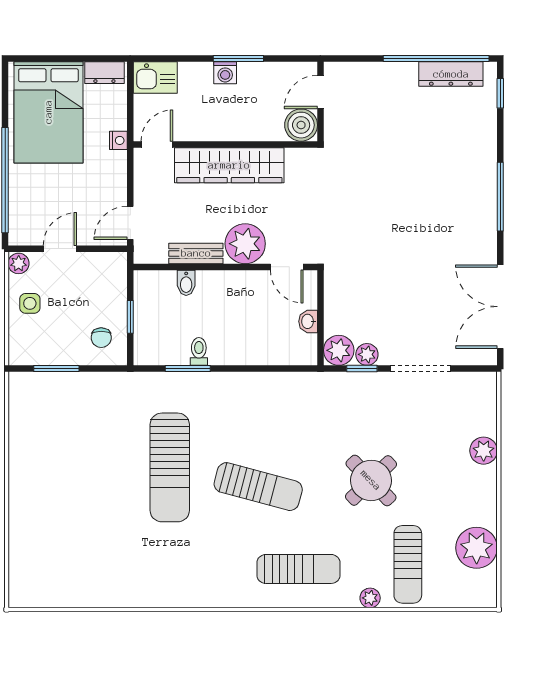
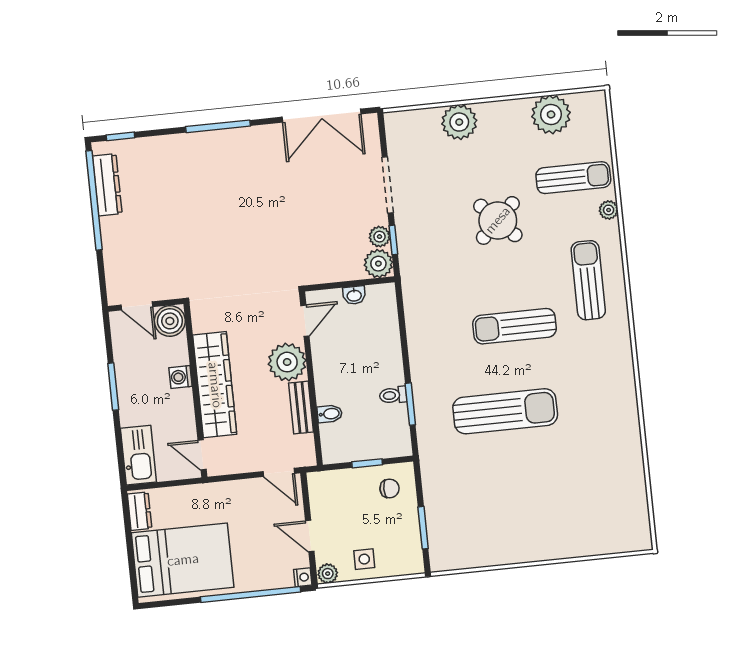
washing machine: (225, 73) -> (180, 377), moved, turned 180
kitchen sink: (155, 77) -> (138, 455), width x1.38
nightstand: (118, 140) -> (303, 577), moved, turned 90
plant: (484, 451) -> (459, 122), width x1.36, depth x1.36
sun lounger: (258, 487) -> (515, 326), turned -105

